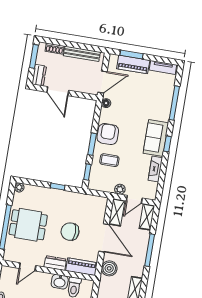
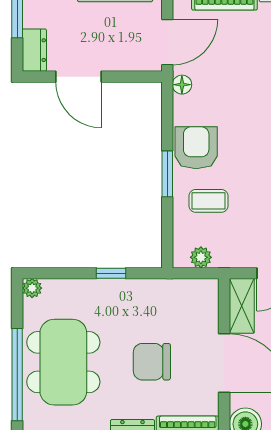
window: (87, 172) -> (167, 233), removed
plant: (120, 189) -> (201, 257), moved
dining table: (28, 225) -> (63, 362), width x1.38

